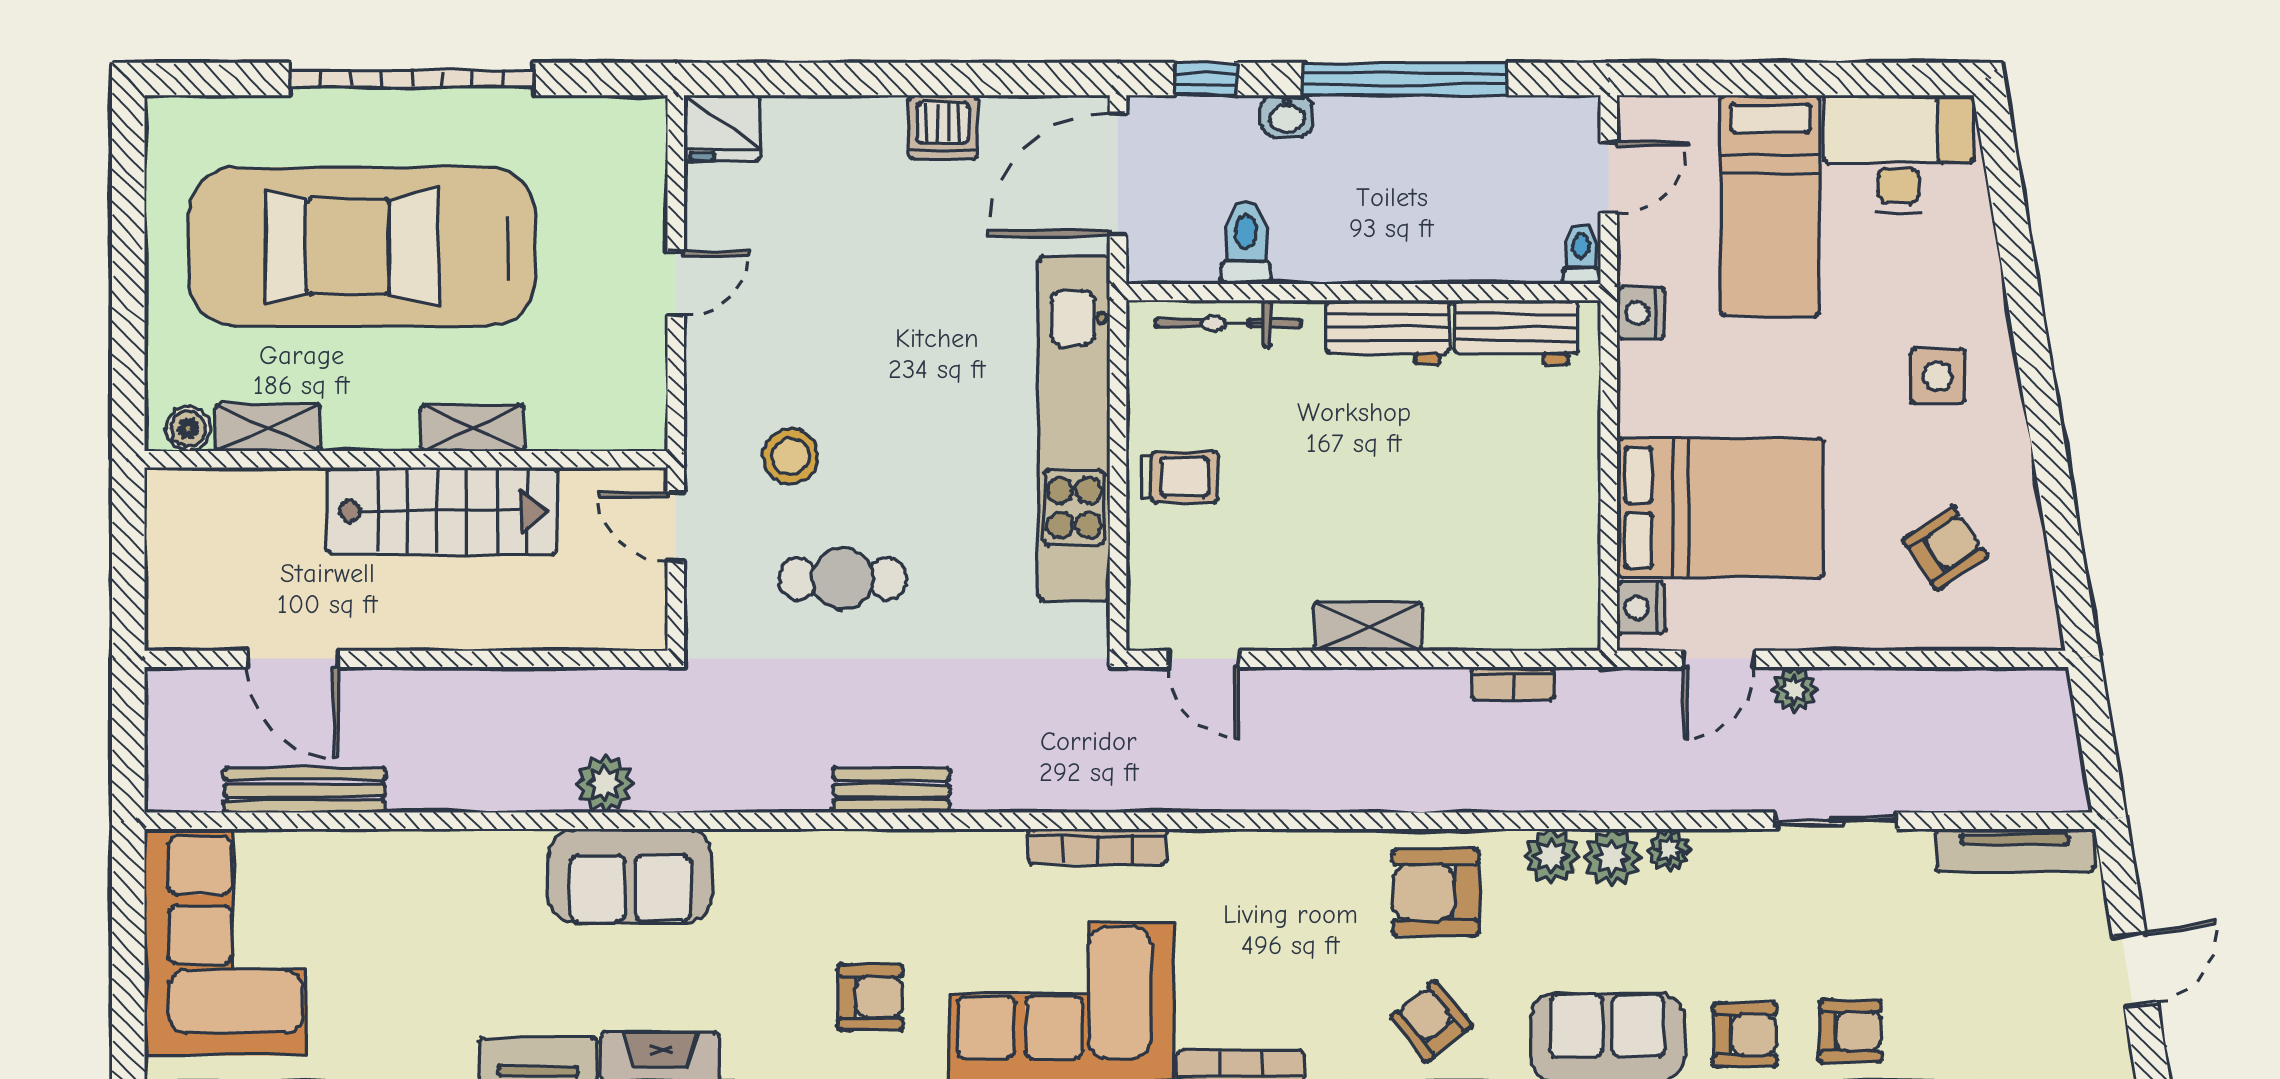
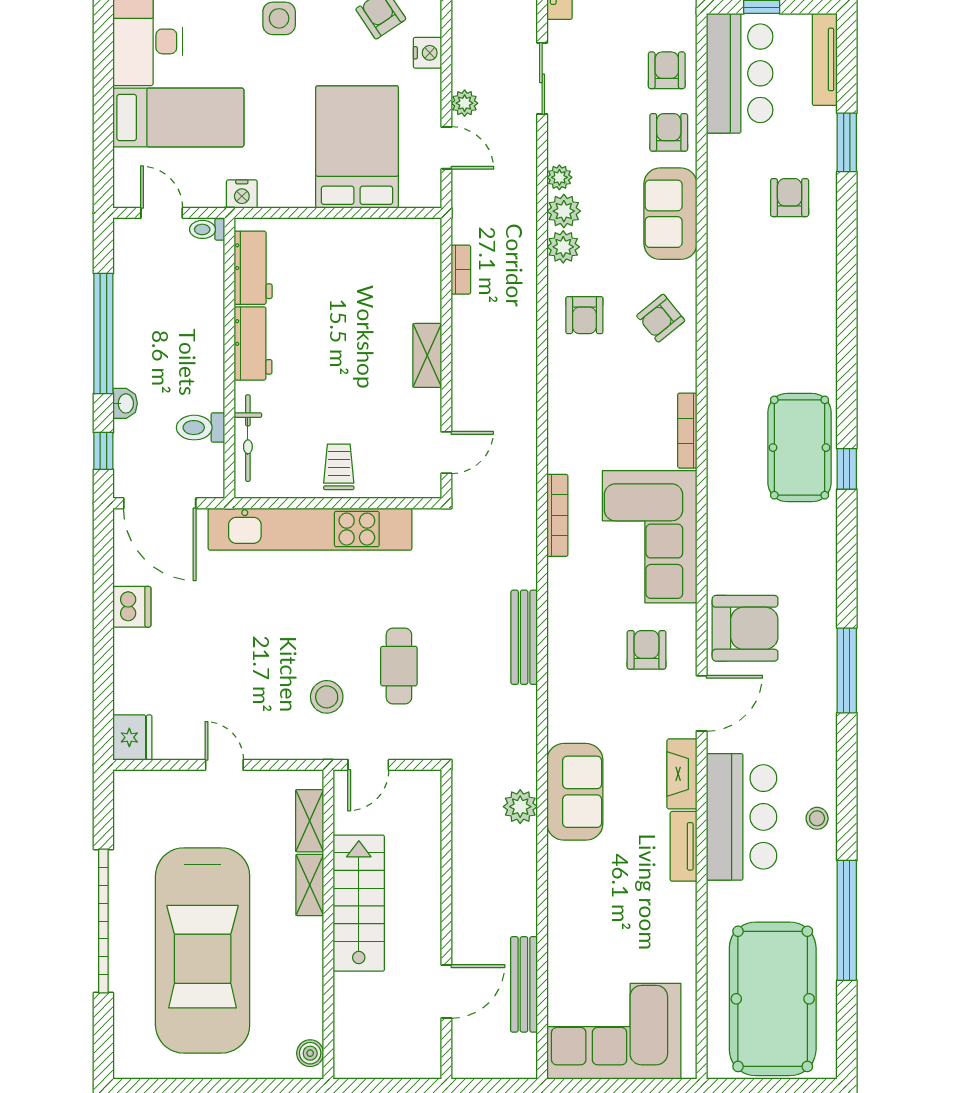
shelving: (268, 428) -> (310, 821), moved
nightstand: (1641, 608) -> (427, 53), moved, turned -90
bench: (891, 790) -> (524, 637), width x1.36
armchair: (1436, 892) -> (584, 315), width x0.72, depth x0.72

